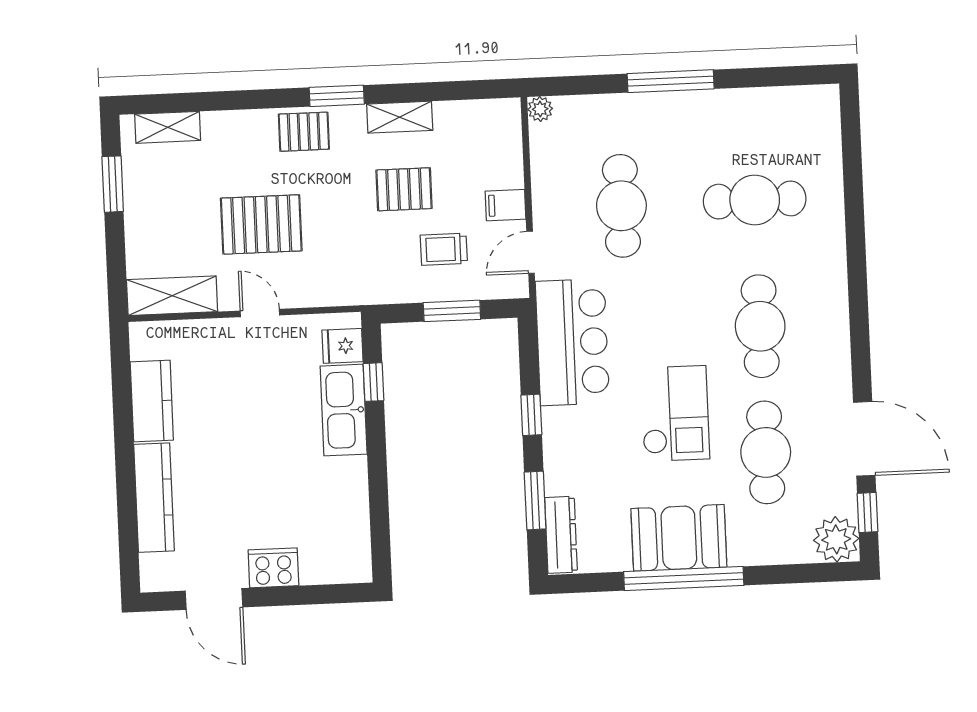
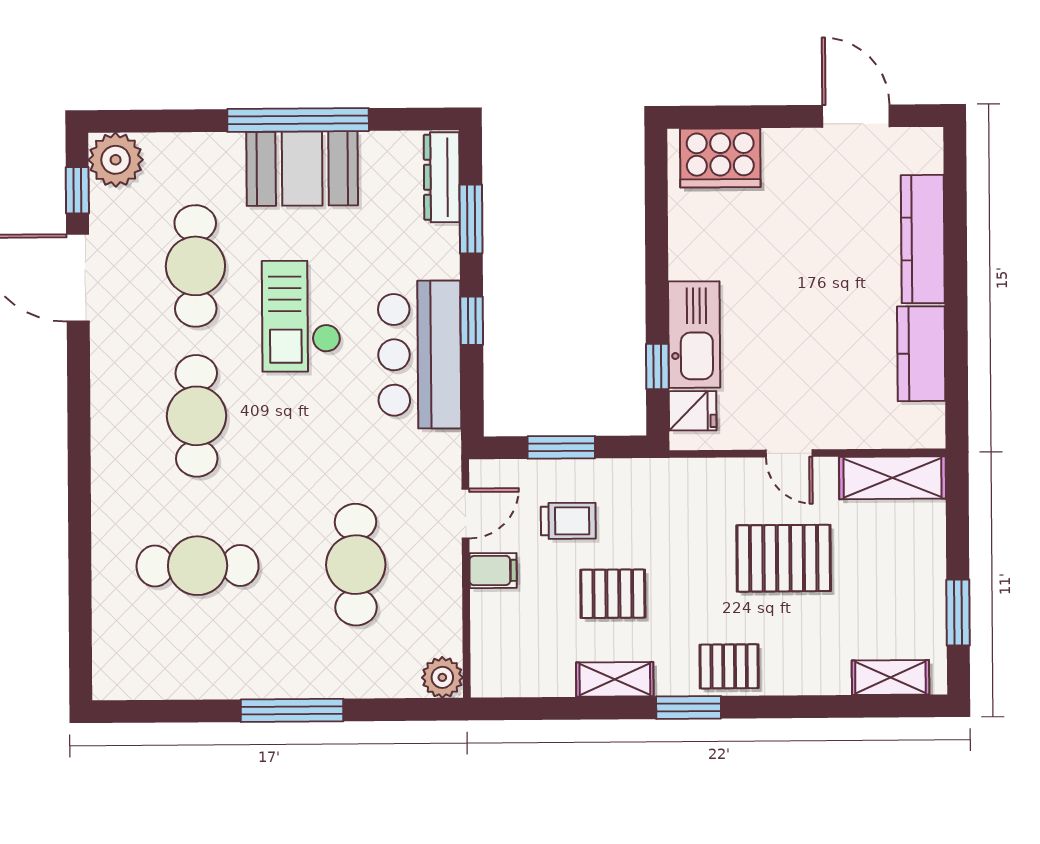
plant: (540, 109) -> (442, 677), width x1.38, depth x1.38
bar counter: (572, 342) -> (419, 355), moved
cooker: (273, 568) -> (720, 158), moved, width x1.37, depth x1.31

